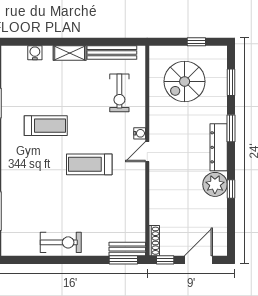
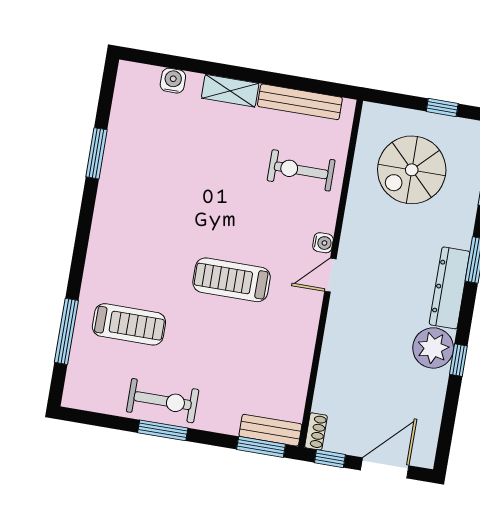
exercise bike: (119, 93) -> (301, 170), turned 90
treadmill: (46, 126) -> (129, 324), moved
shoe rack: (154, 241) -> (316, 431), width x0.70
window: (64, 260) -> (163, 430), added

